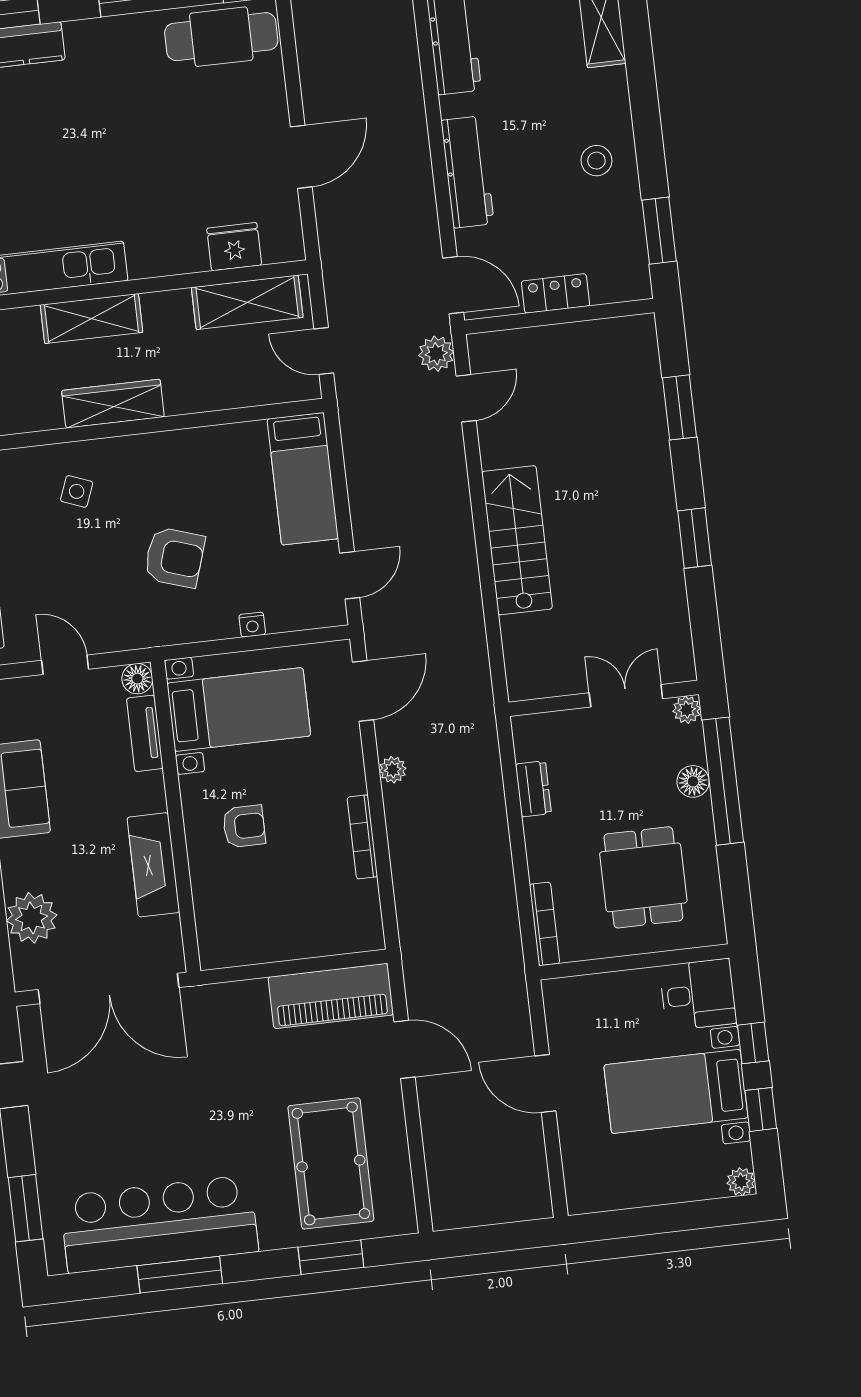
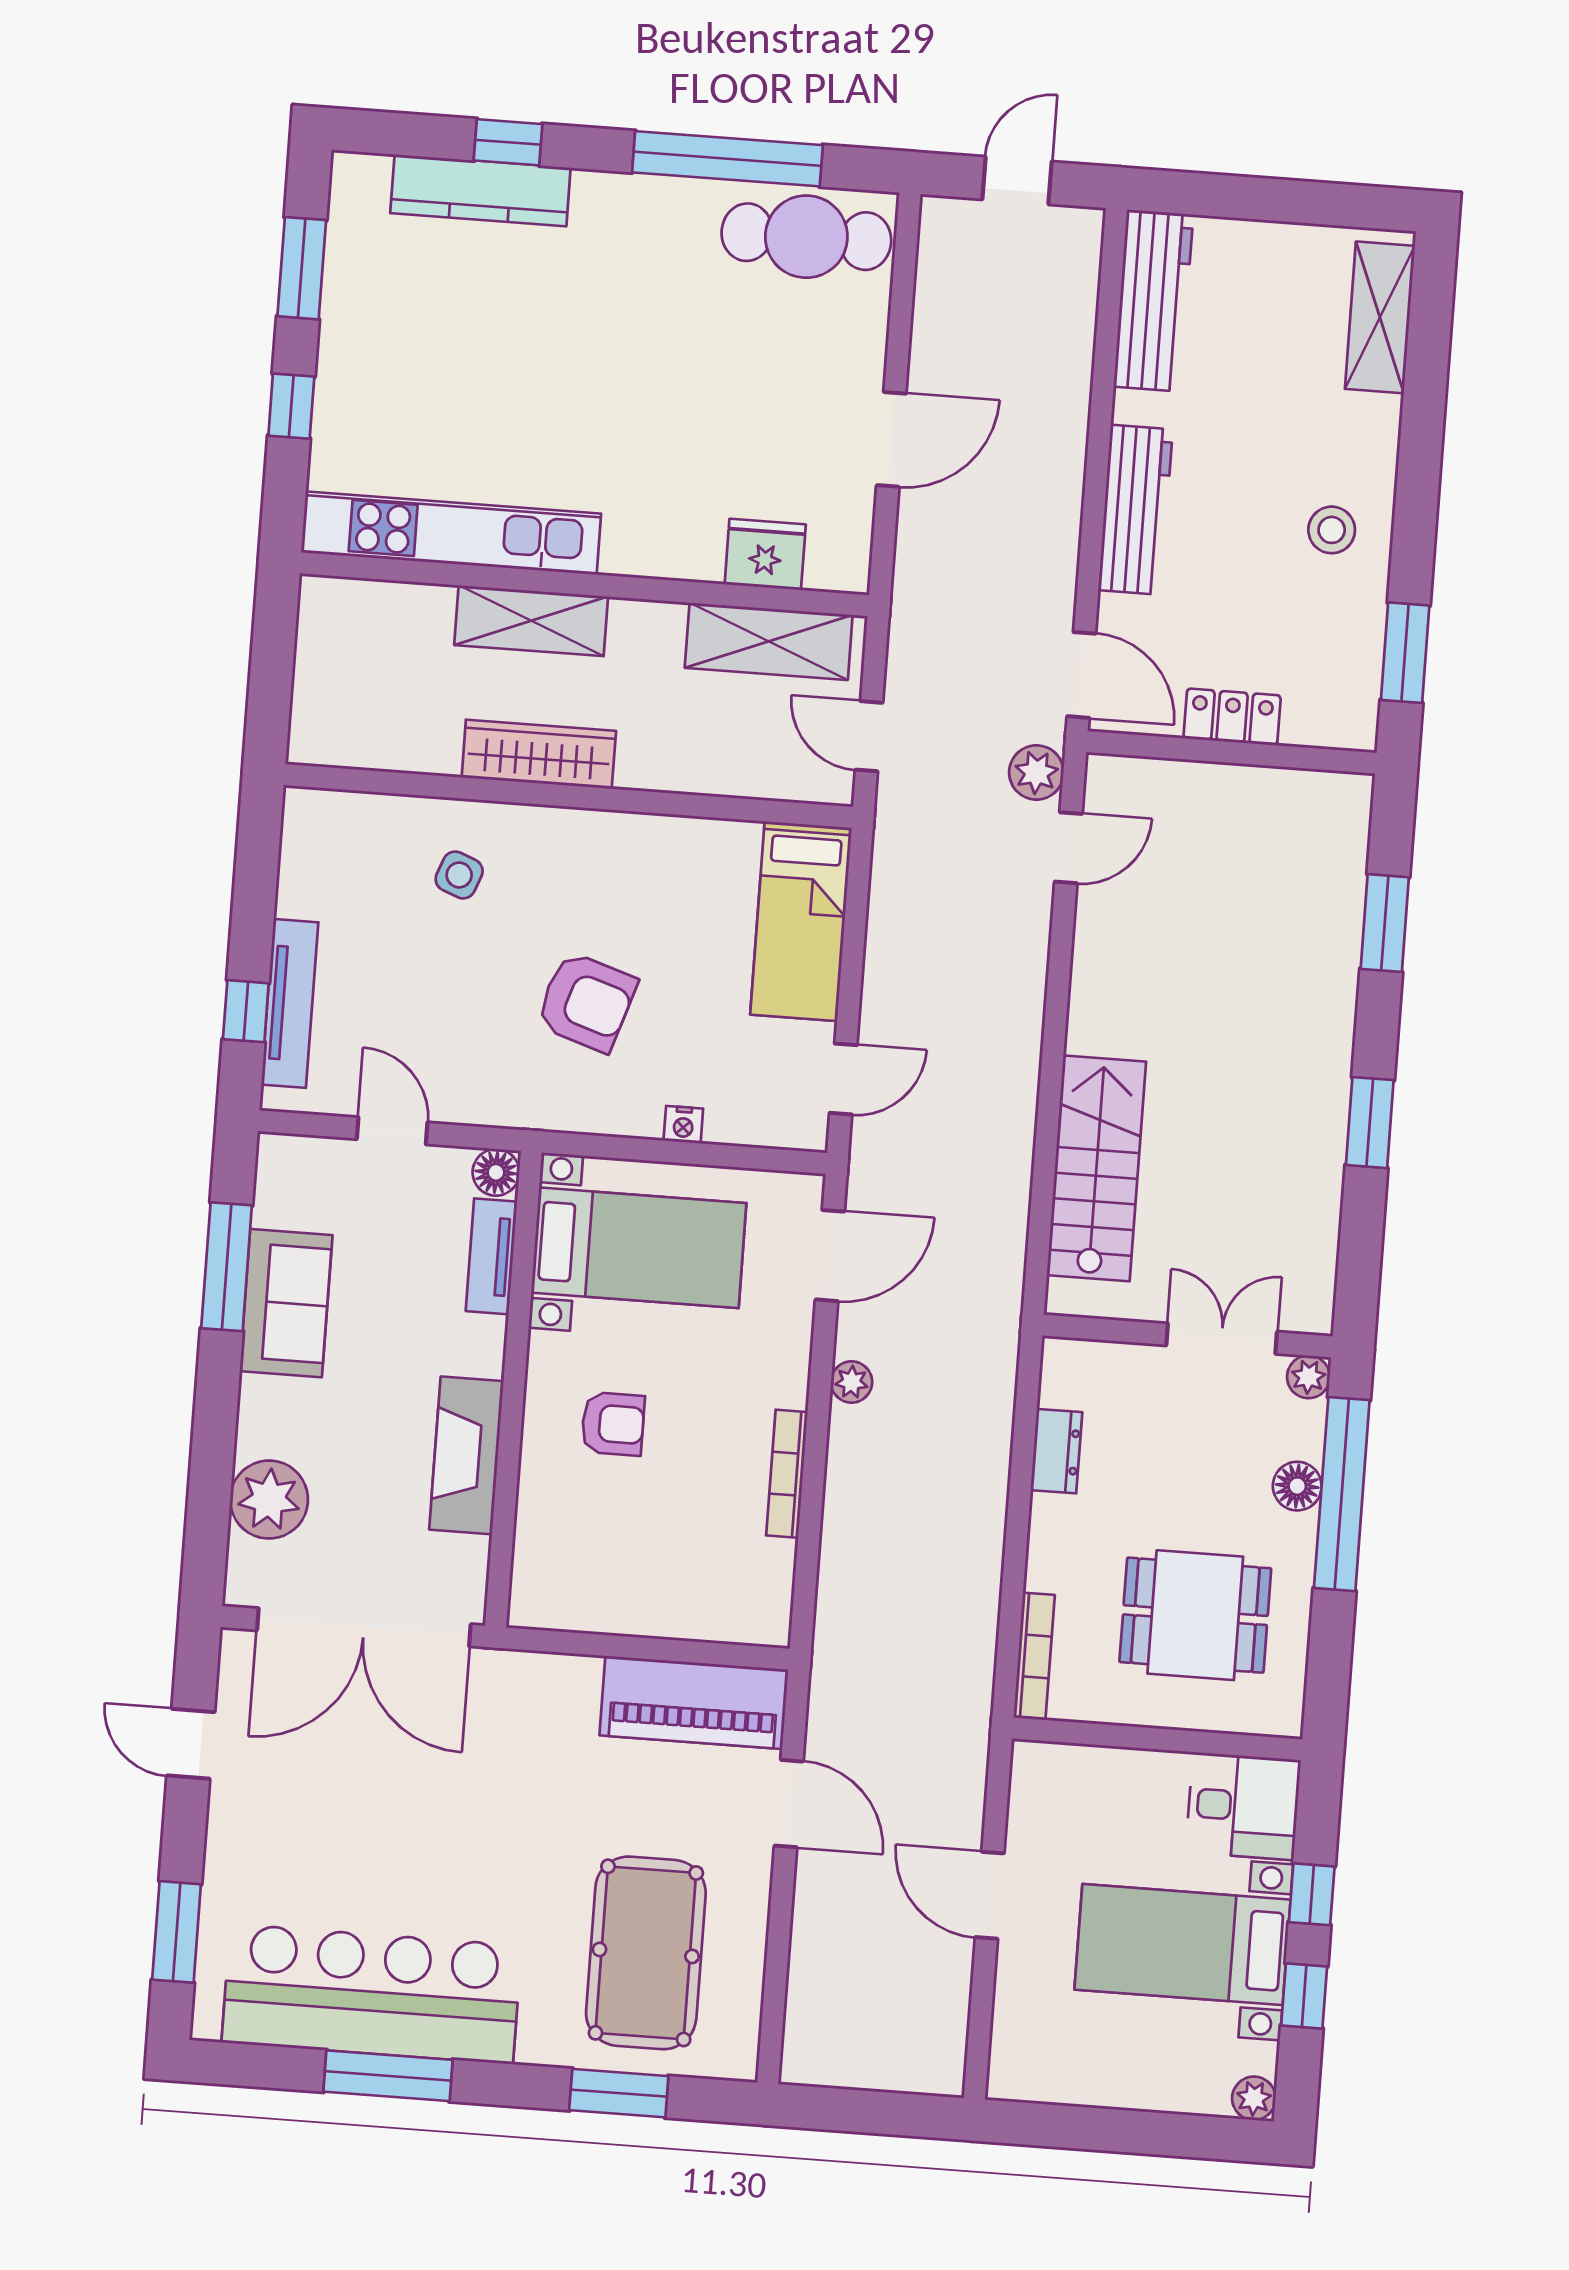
stairs: (517, 540) -> (1096, 1168), moved
dining table: (643, 877) -> (1195, 1615), turned 90

